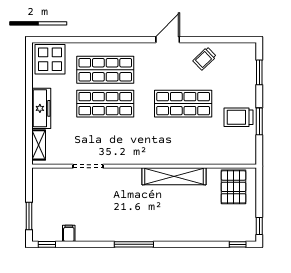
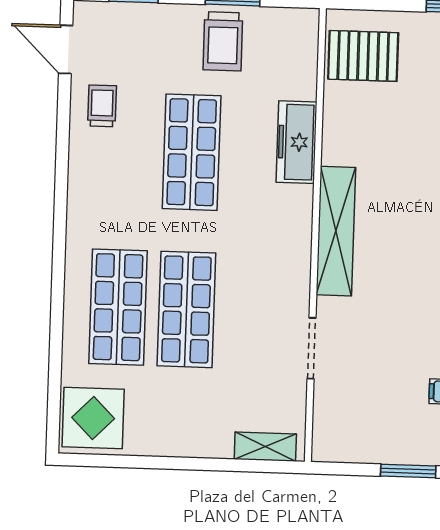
door: (168, 40) -> (66, 49), moved
trolley: (205, 59) -> (102, 106), turned -136
freezer: (41, 108) -> (297, 142), moved, turned -90
shelving: (174, 176) -> (336, 231), moved

